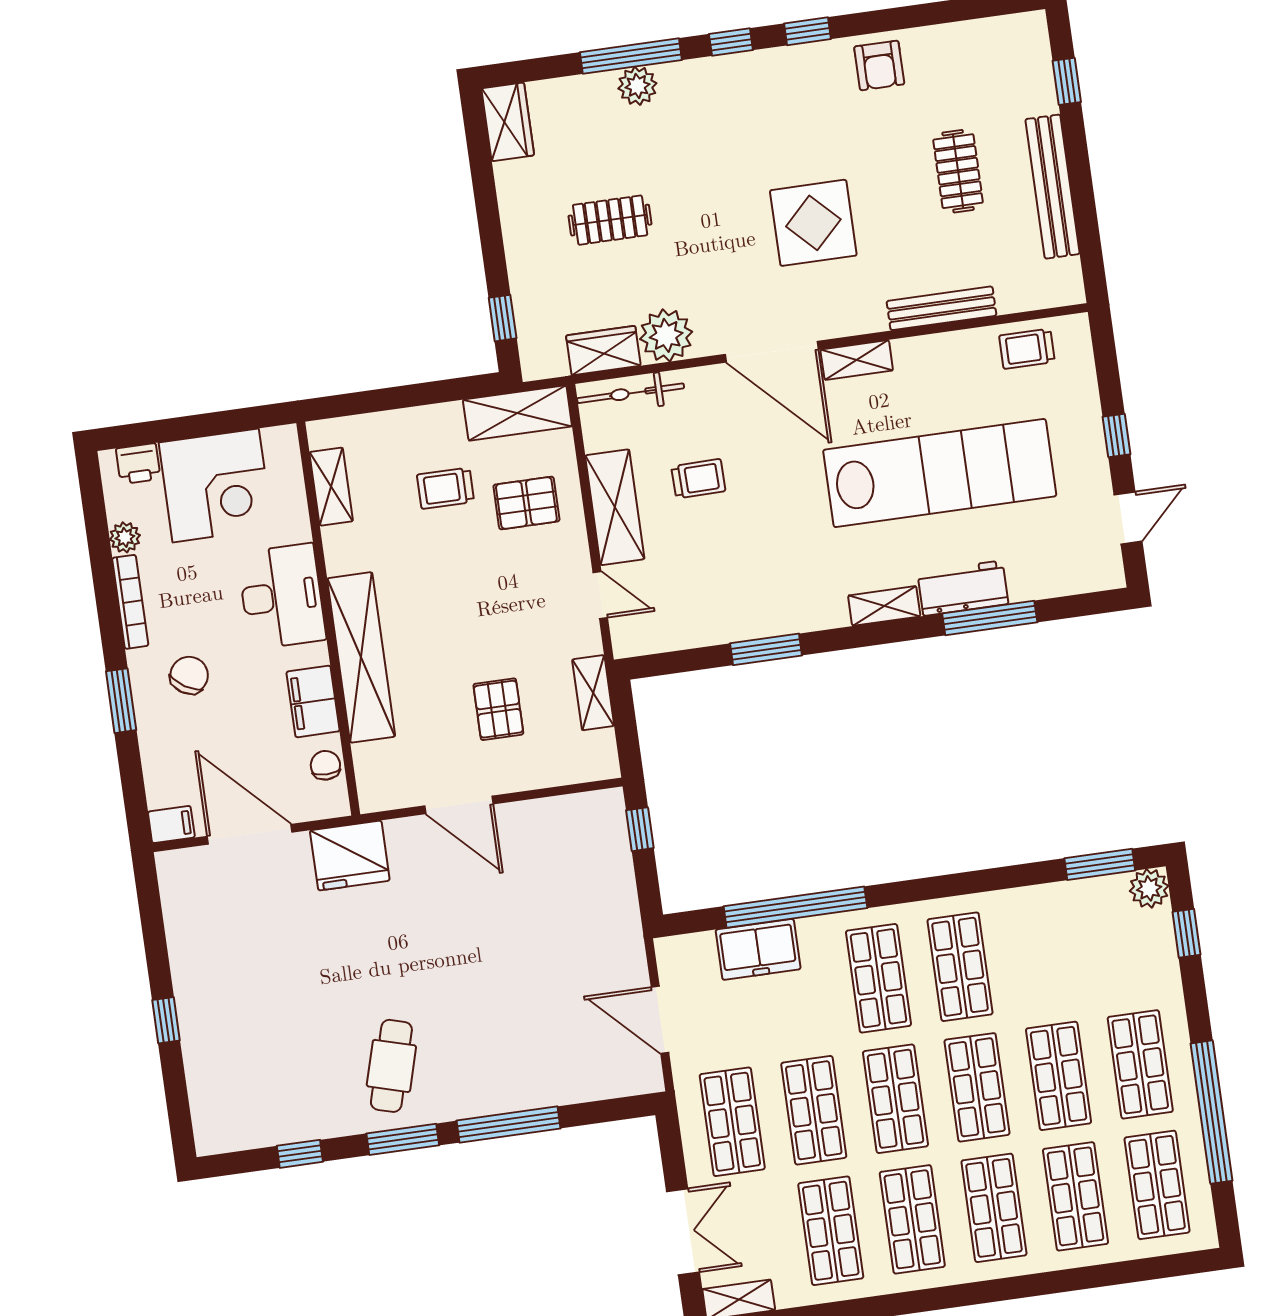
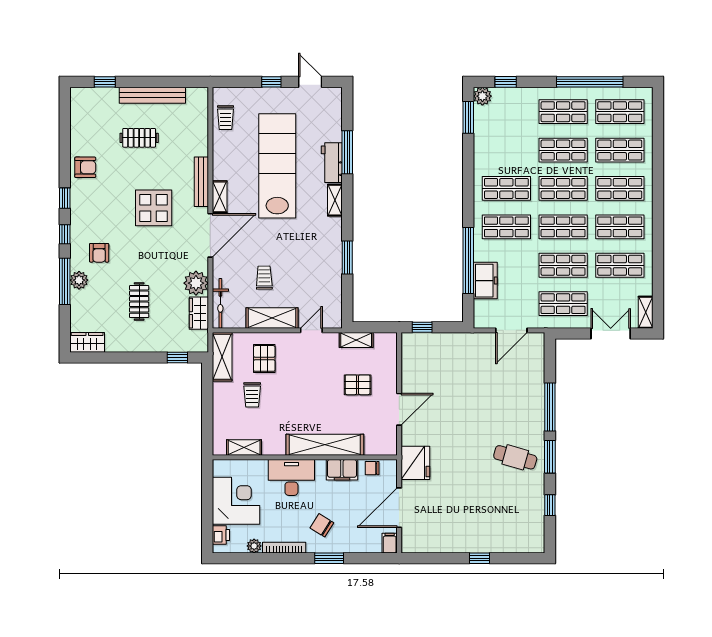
armchair: (702, 121) -> (99, 253), added
bench: (941, 308) -> (201, 182), moved

